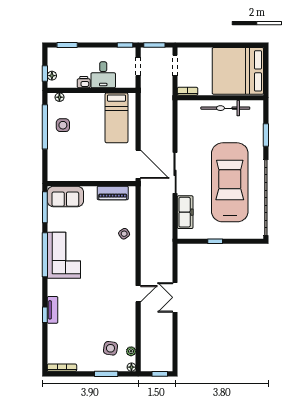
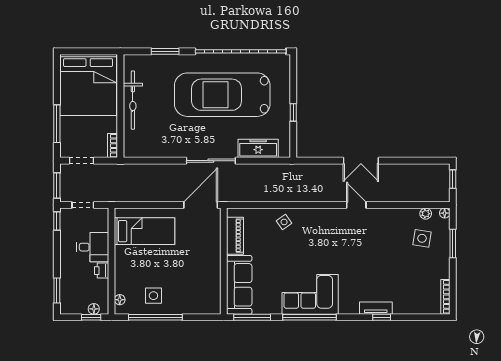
window: (206, 45) -> (57, 124), added
sofa: (65, 196) -> (239, 285), width x1.36

